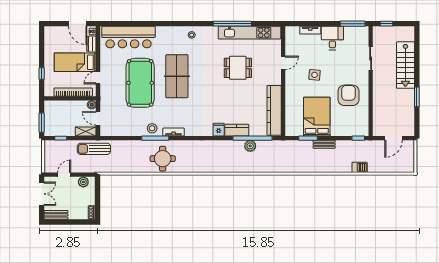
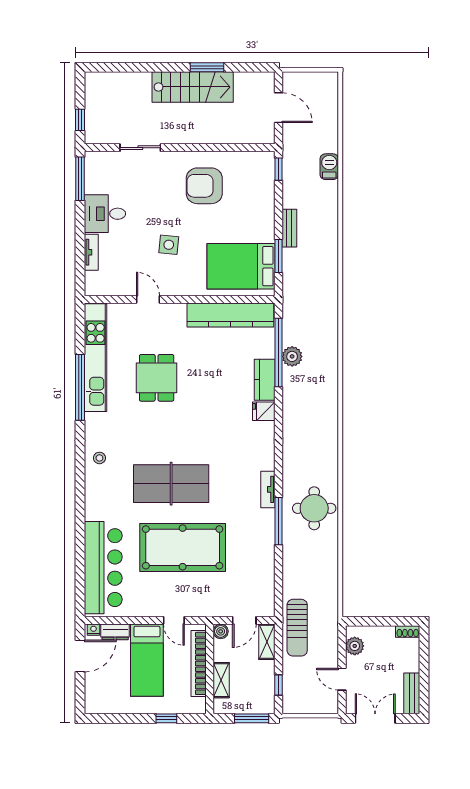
stairs: (405, 65) -> (193, 87), moved
shelving: (64, 105) -> (221, 680), added
bed: (317, 117) -> (241, 266), moved
stool: (152, 128) -> (261, 527), removed

